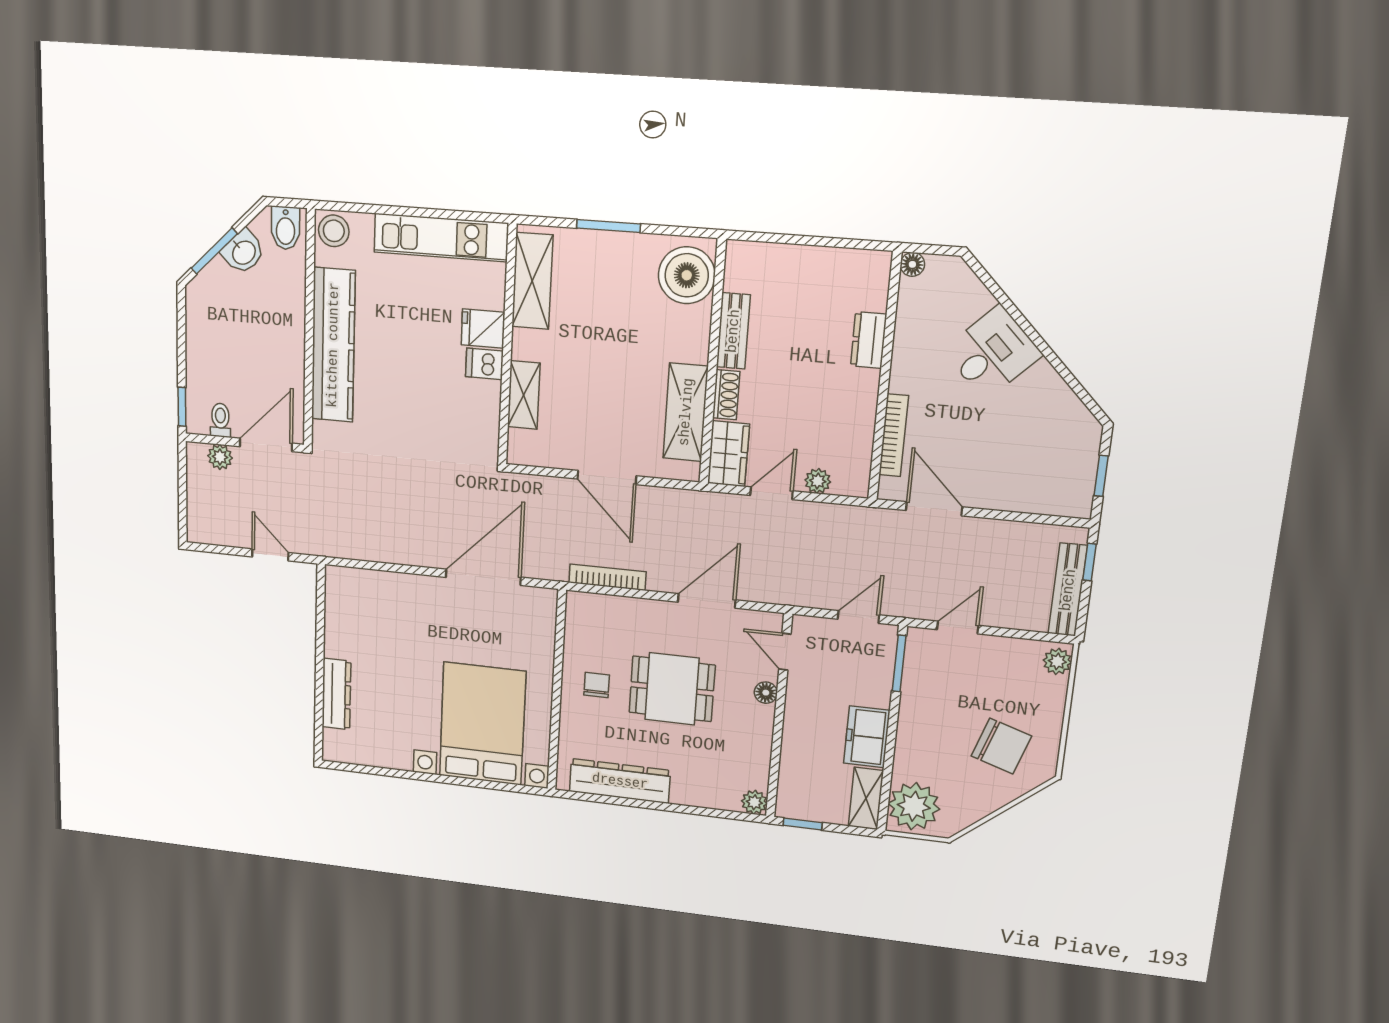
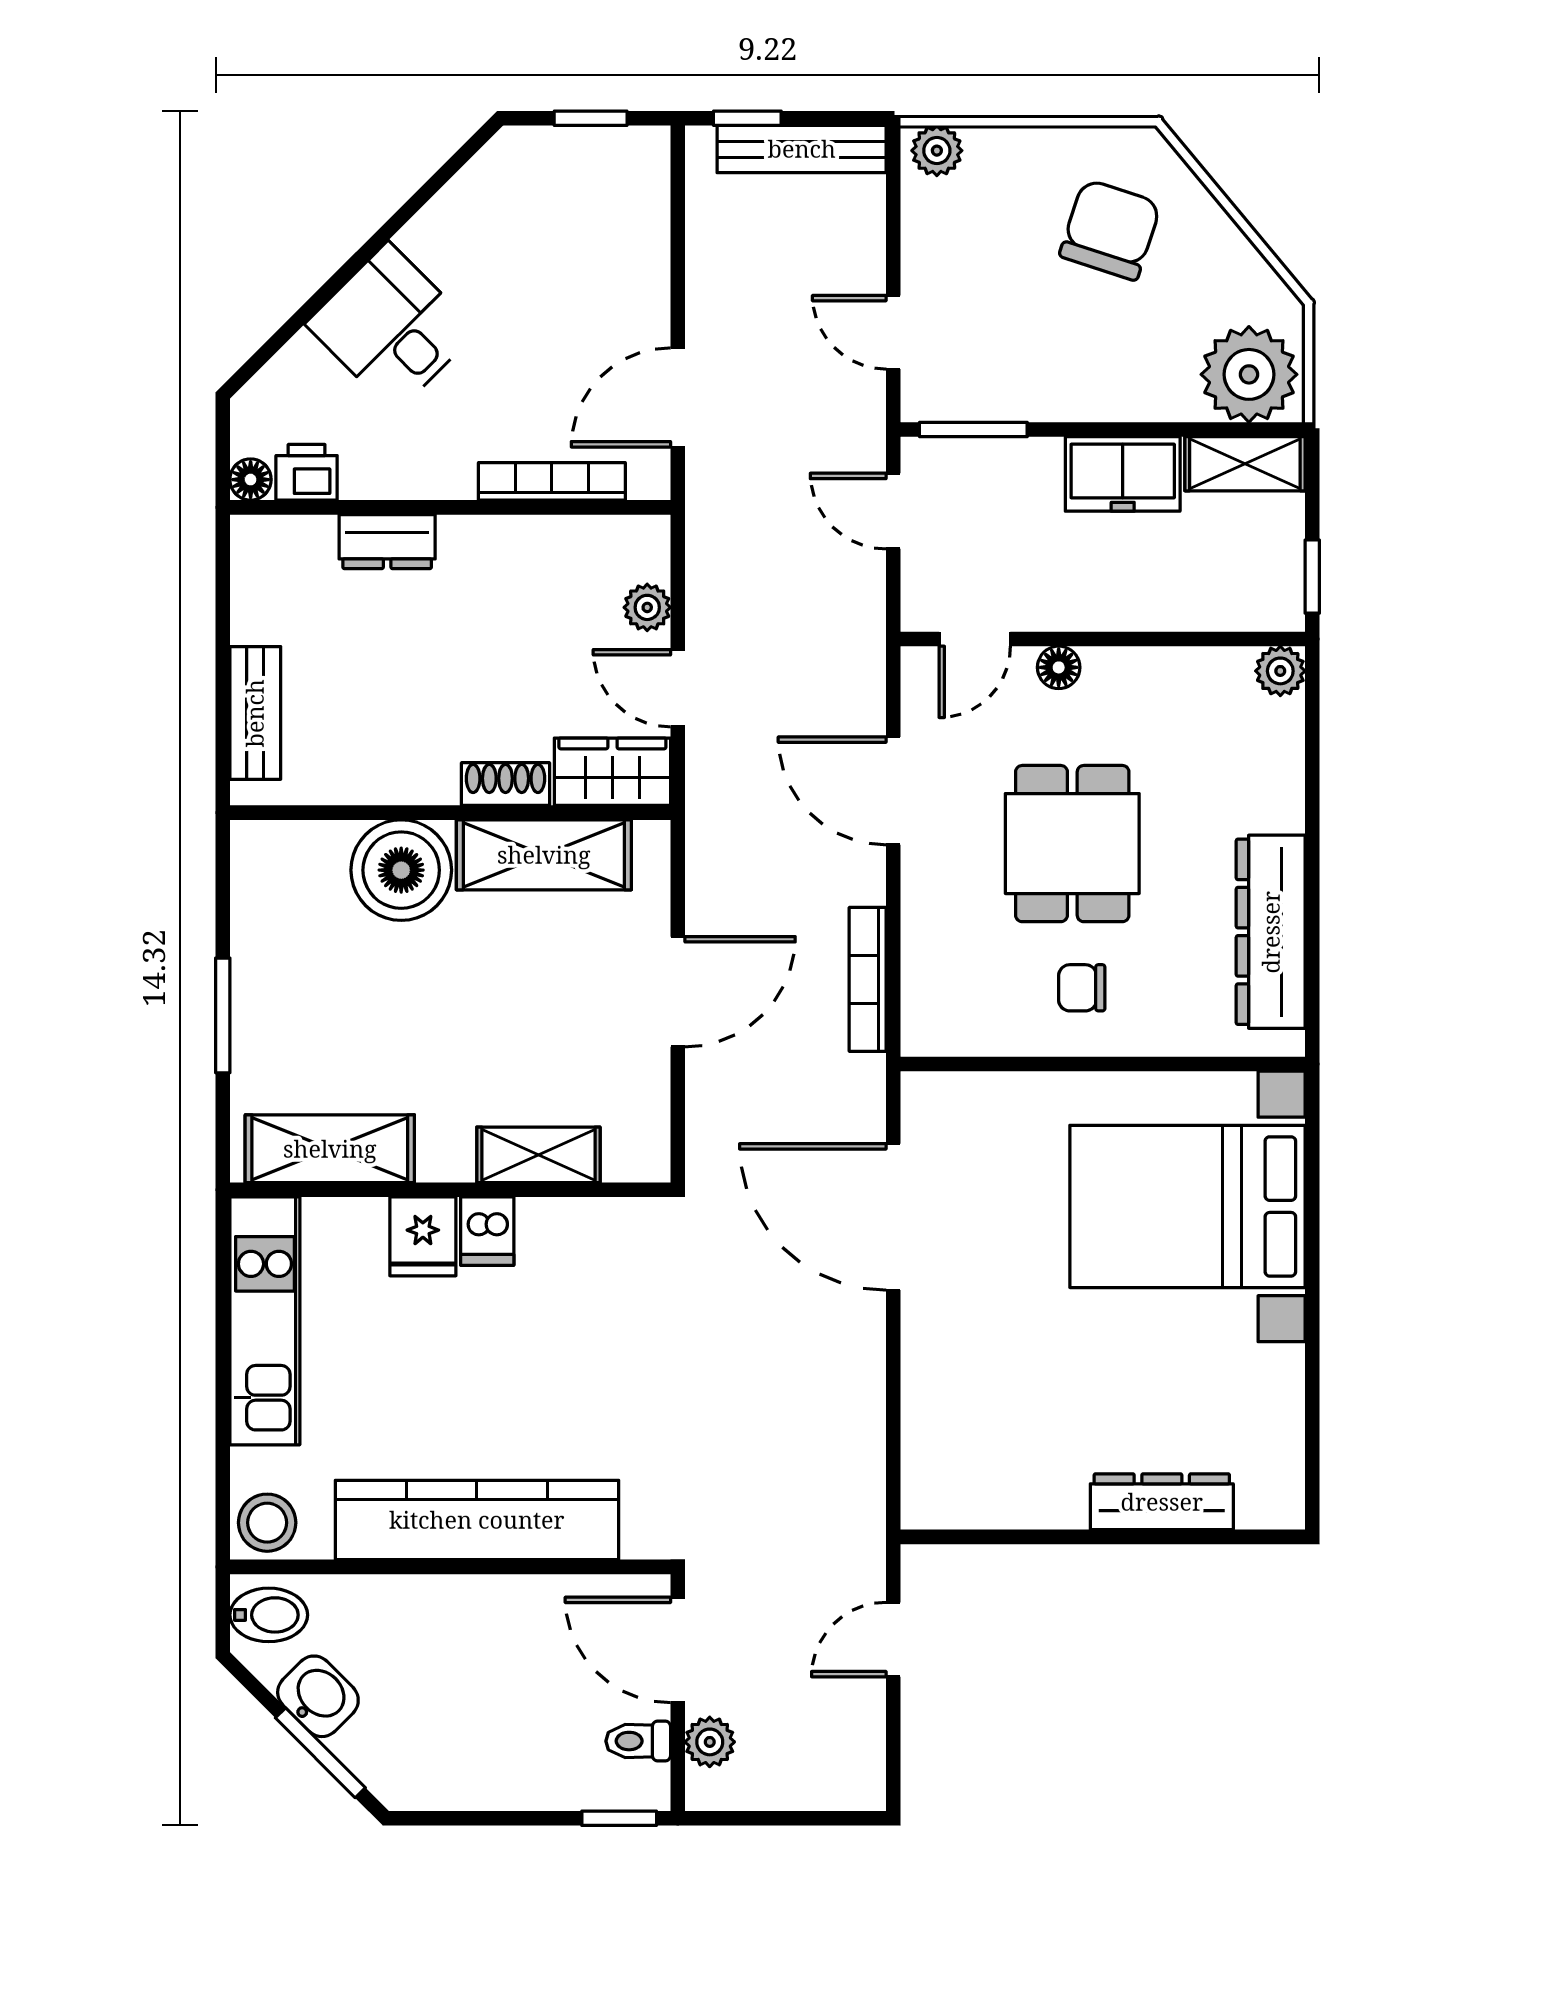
boiler: (687, 275) -> (401, 870), moved
printer: (913, 297) -> (307, 472), added
bench: (733, 331) -> (255, 713), moved, turned 90

